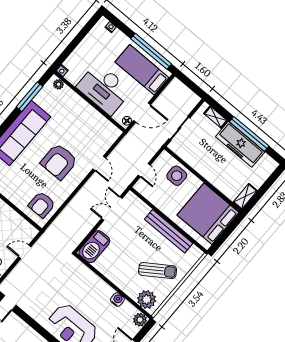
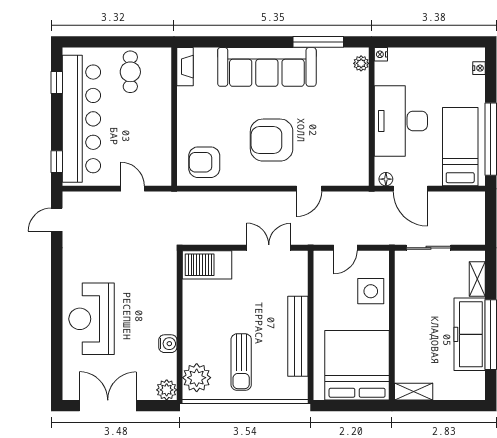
sun lounger: (158, 271) -> (241, 362), turned 34

